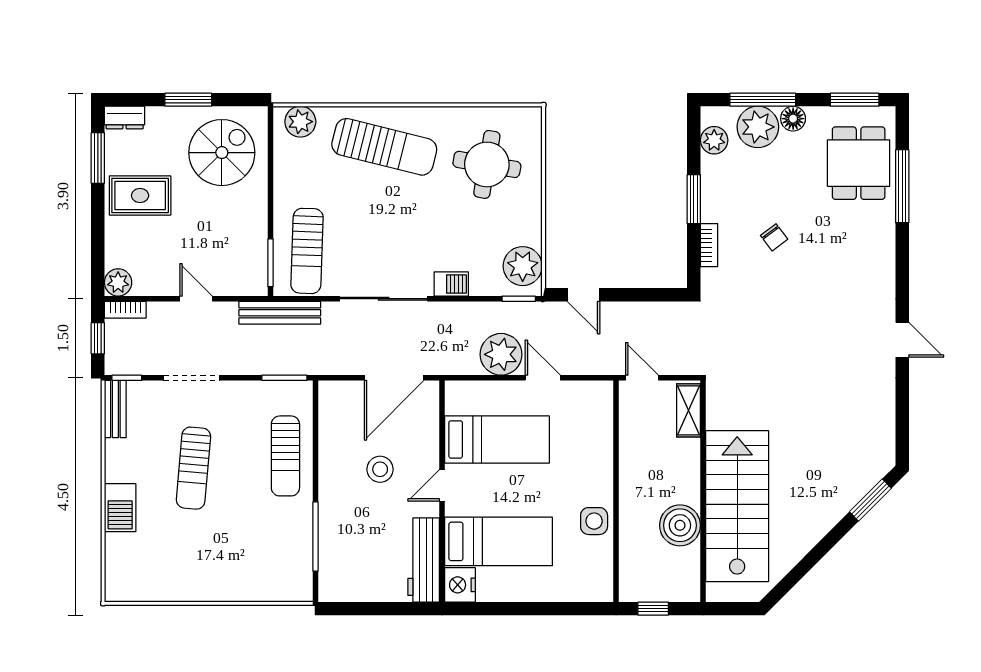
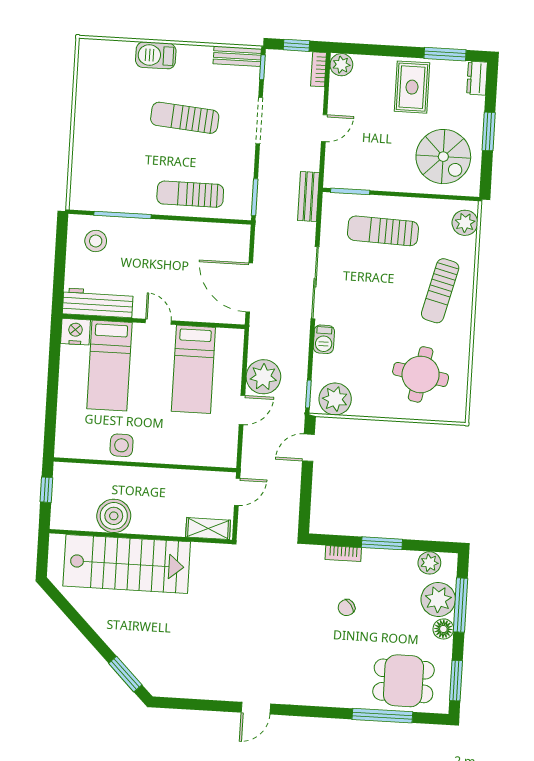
sun lounger: (384, 147) -> (440, 291), width x0.73, depth x0.75
sun lounger: (307, 251) -> (383, 231), moved
bench: (280, 313) -> (308, 196), width x0.73
stool: (380, 469) -> (96, 241), moved

